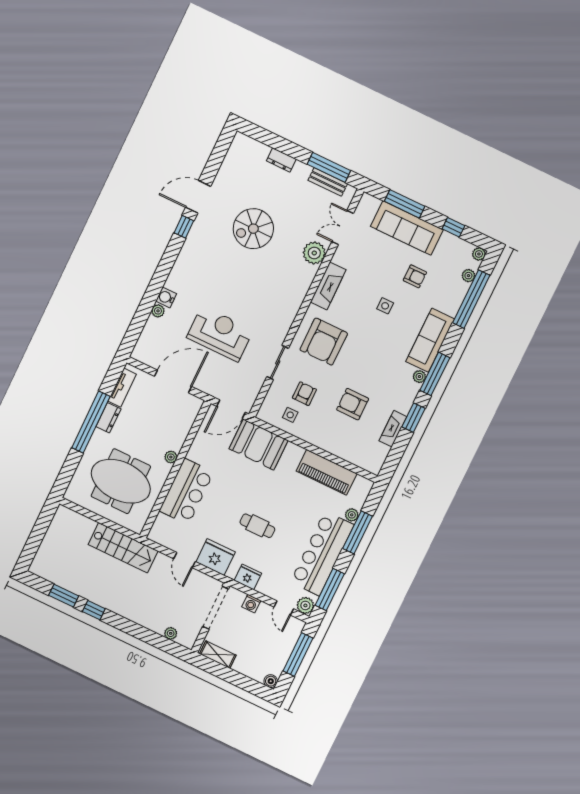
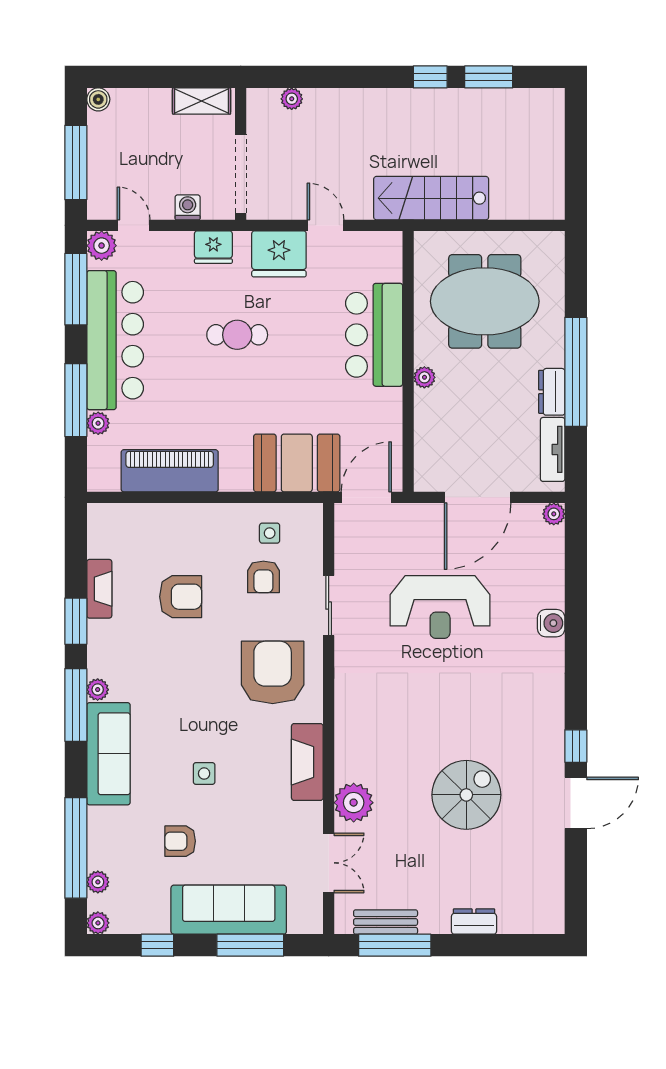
plant: (158, 311) -> (554, 514), moved

